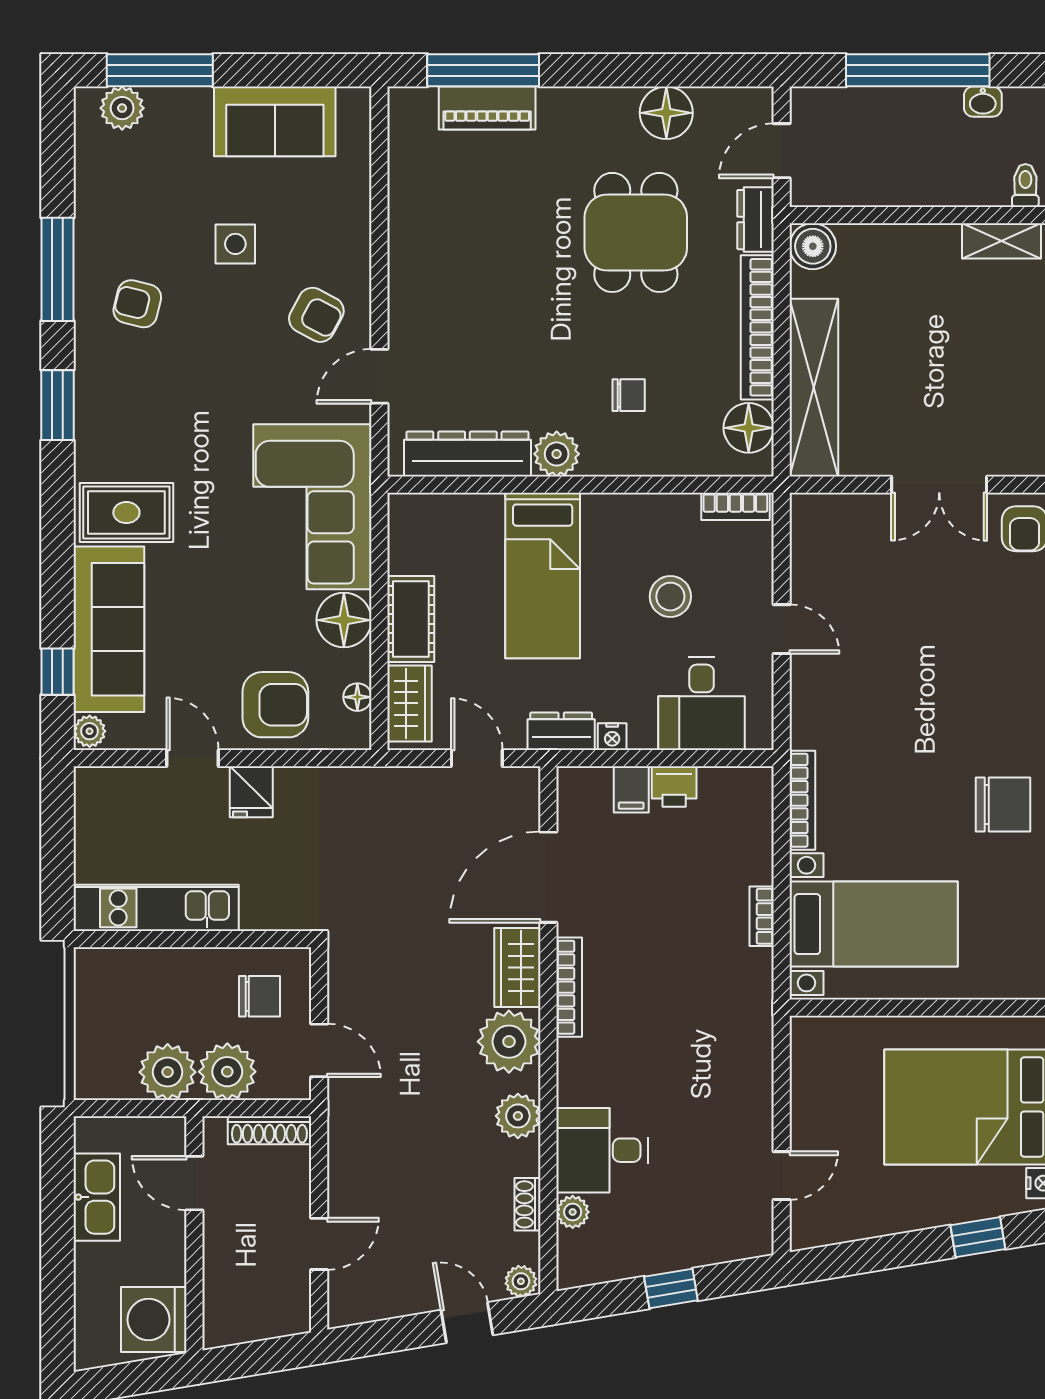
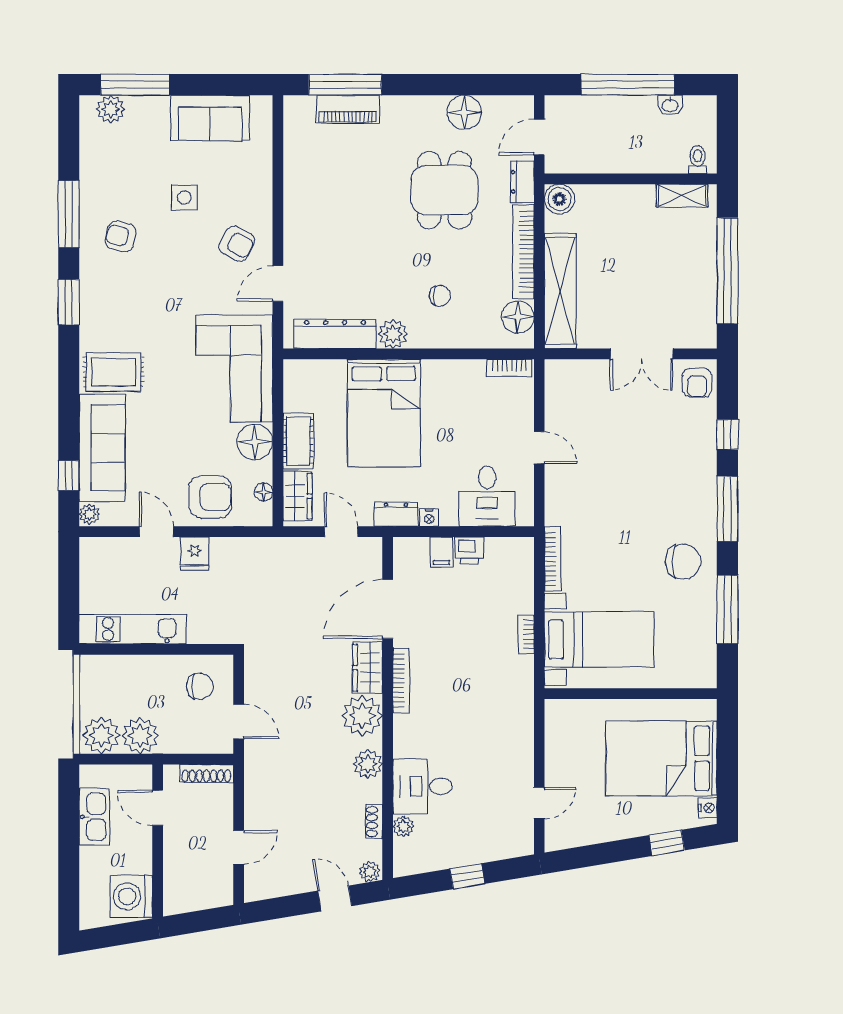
bed: (543, 576) -> (384, 413), width x1.50
stool: (670, 597) -> (467, 427), removed
plant: (227, 1072) -> (101, 735), moved

